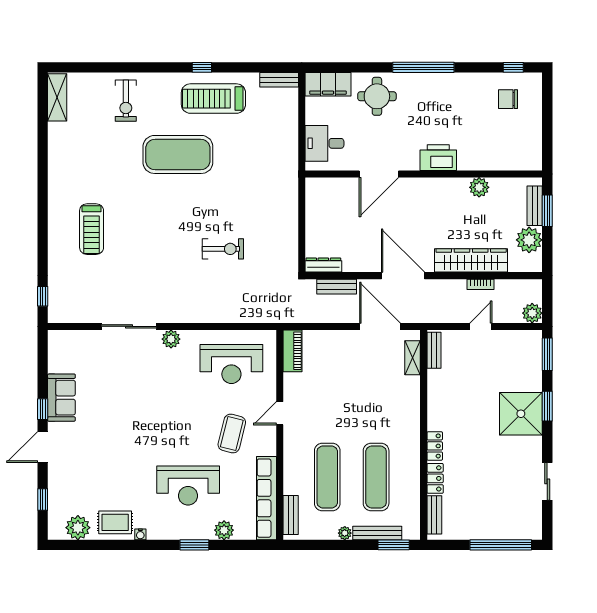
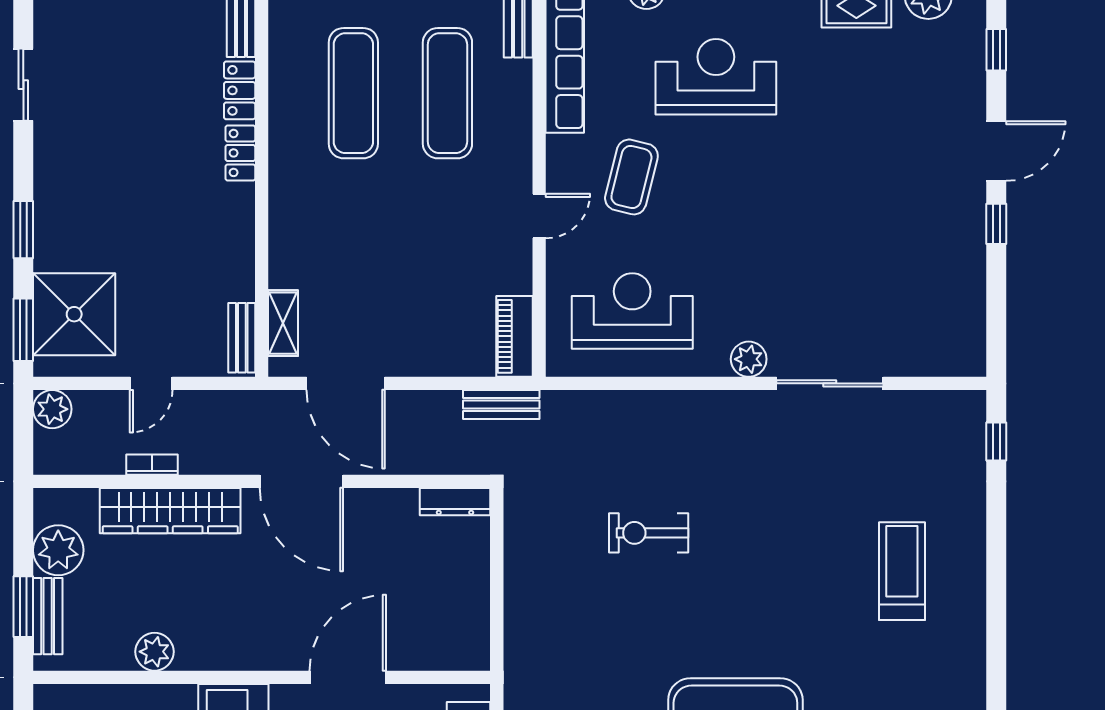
bench: (337, 287) -> (501, 405), moved
sofa: (61, 398) -> (960, 246), removed
shower: (521, 414) -> (74, 314), moved

